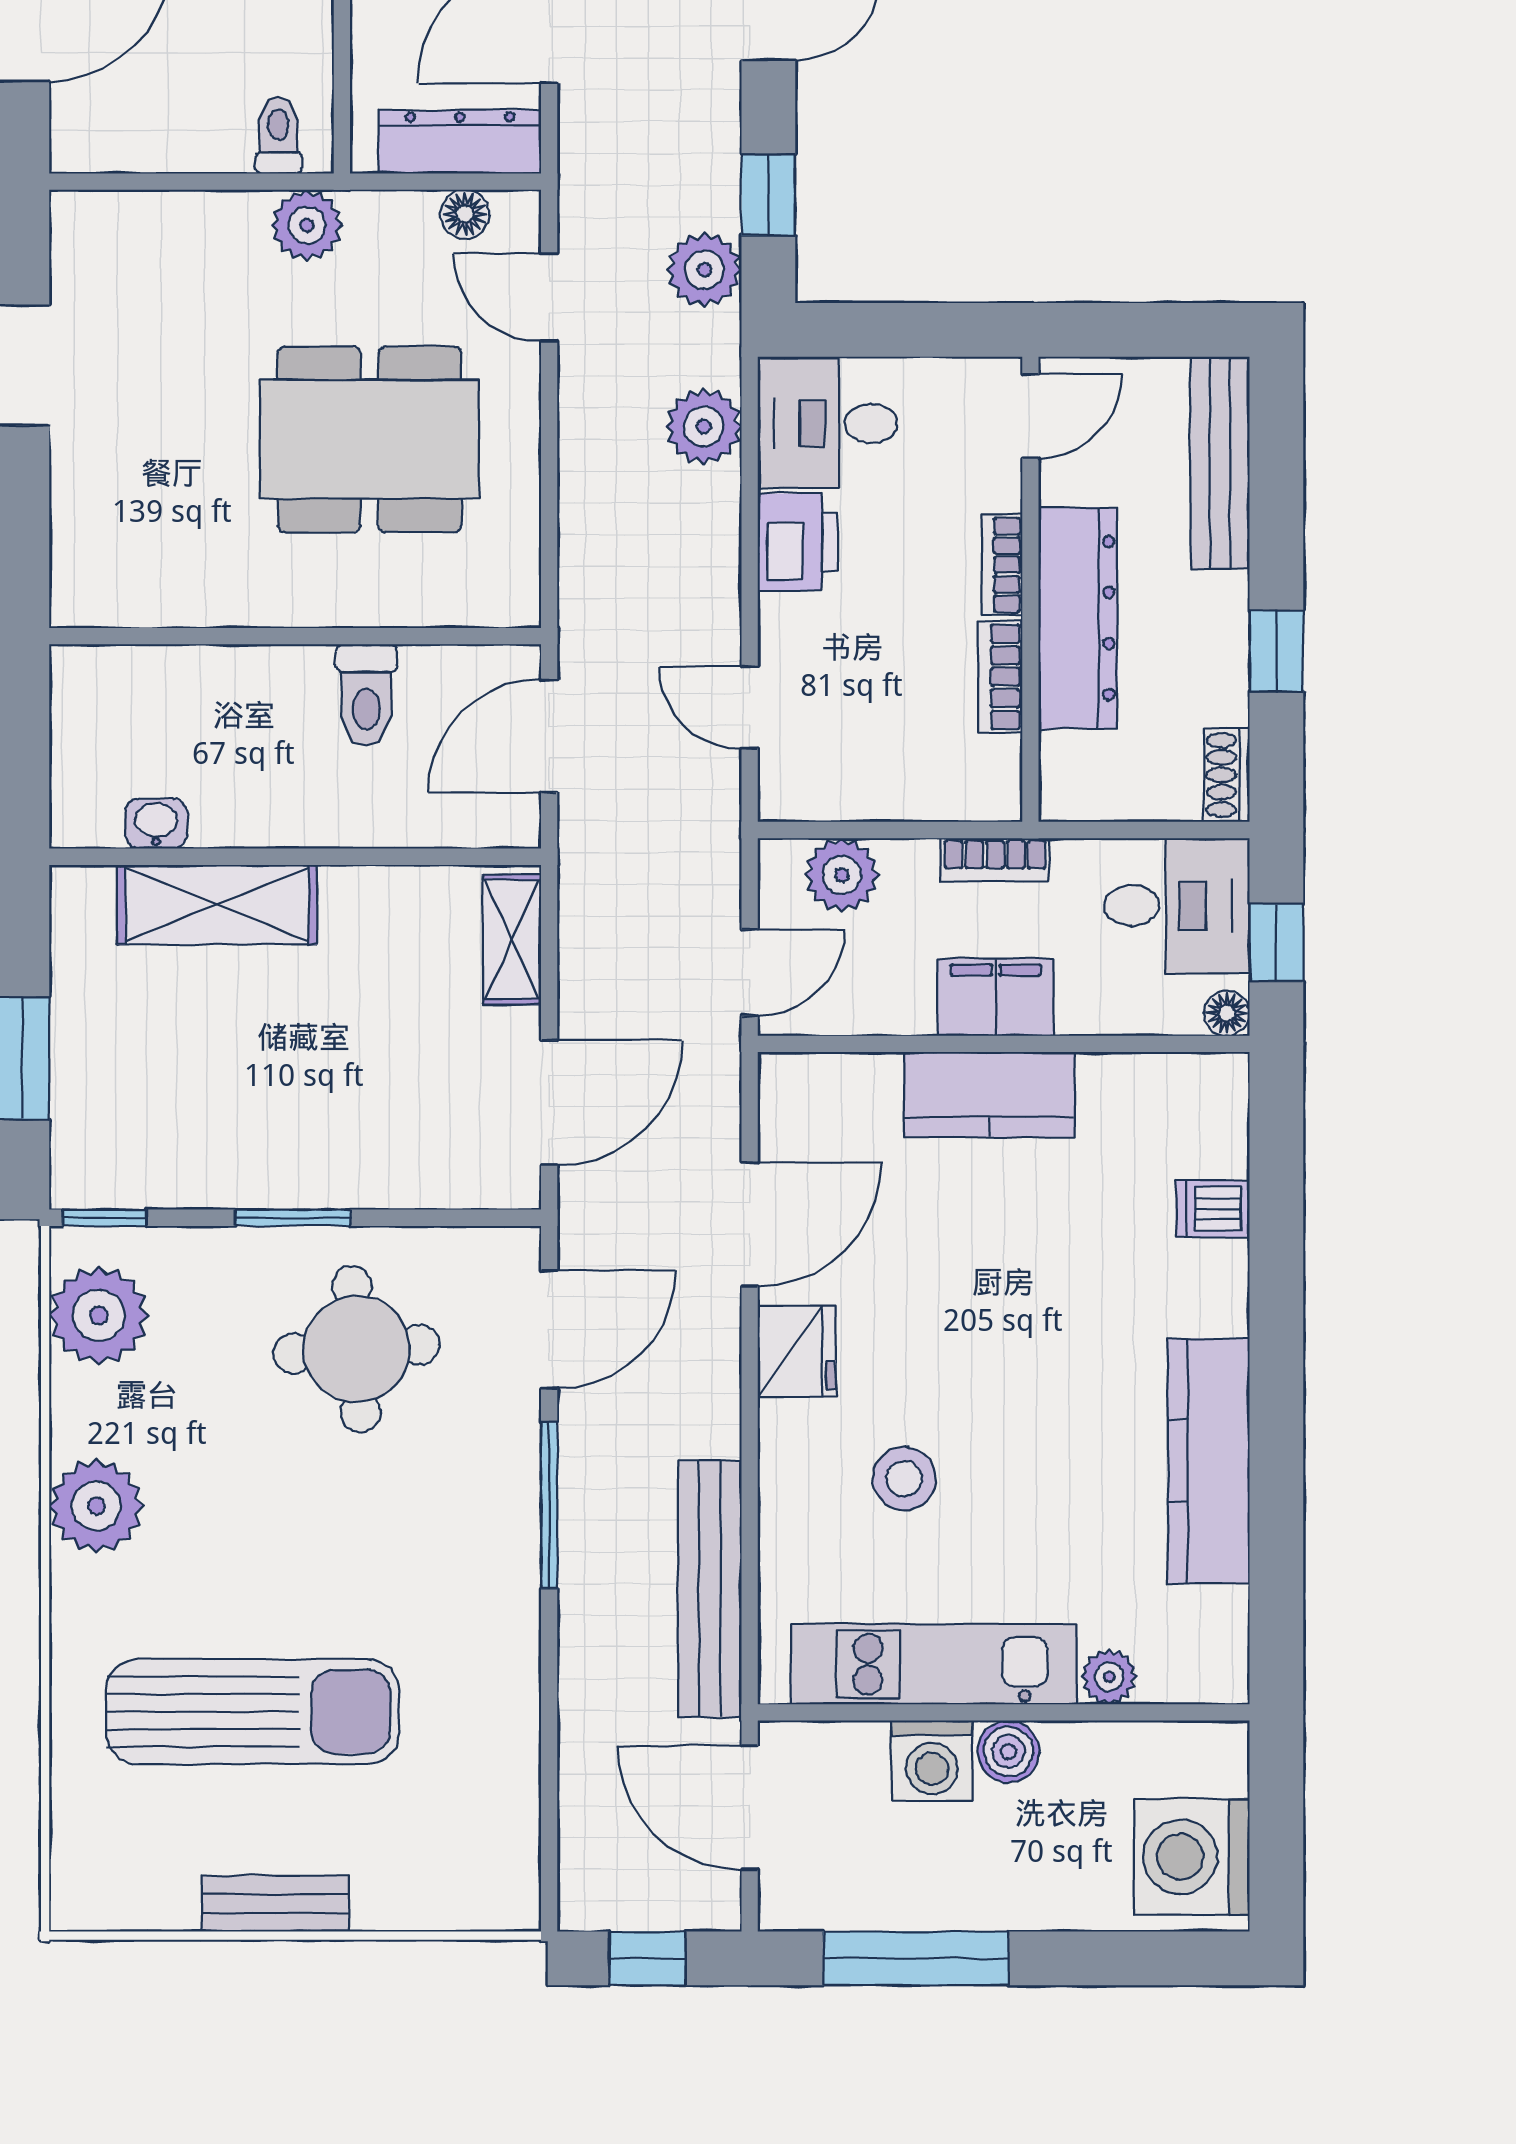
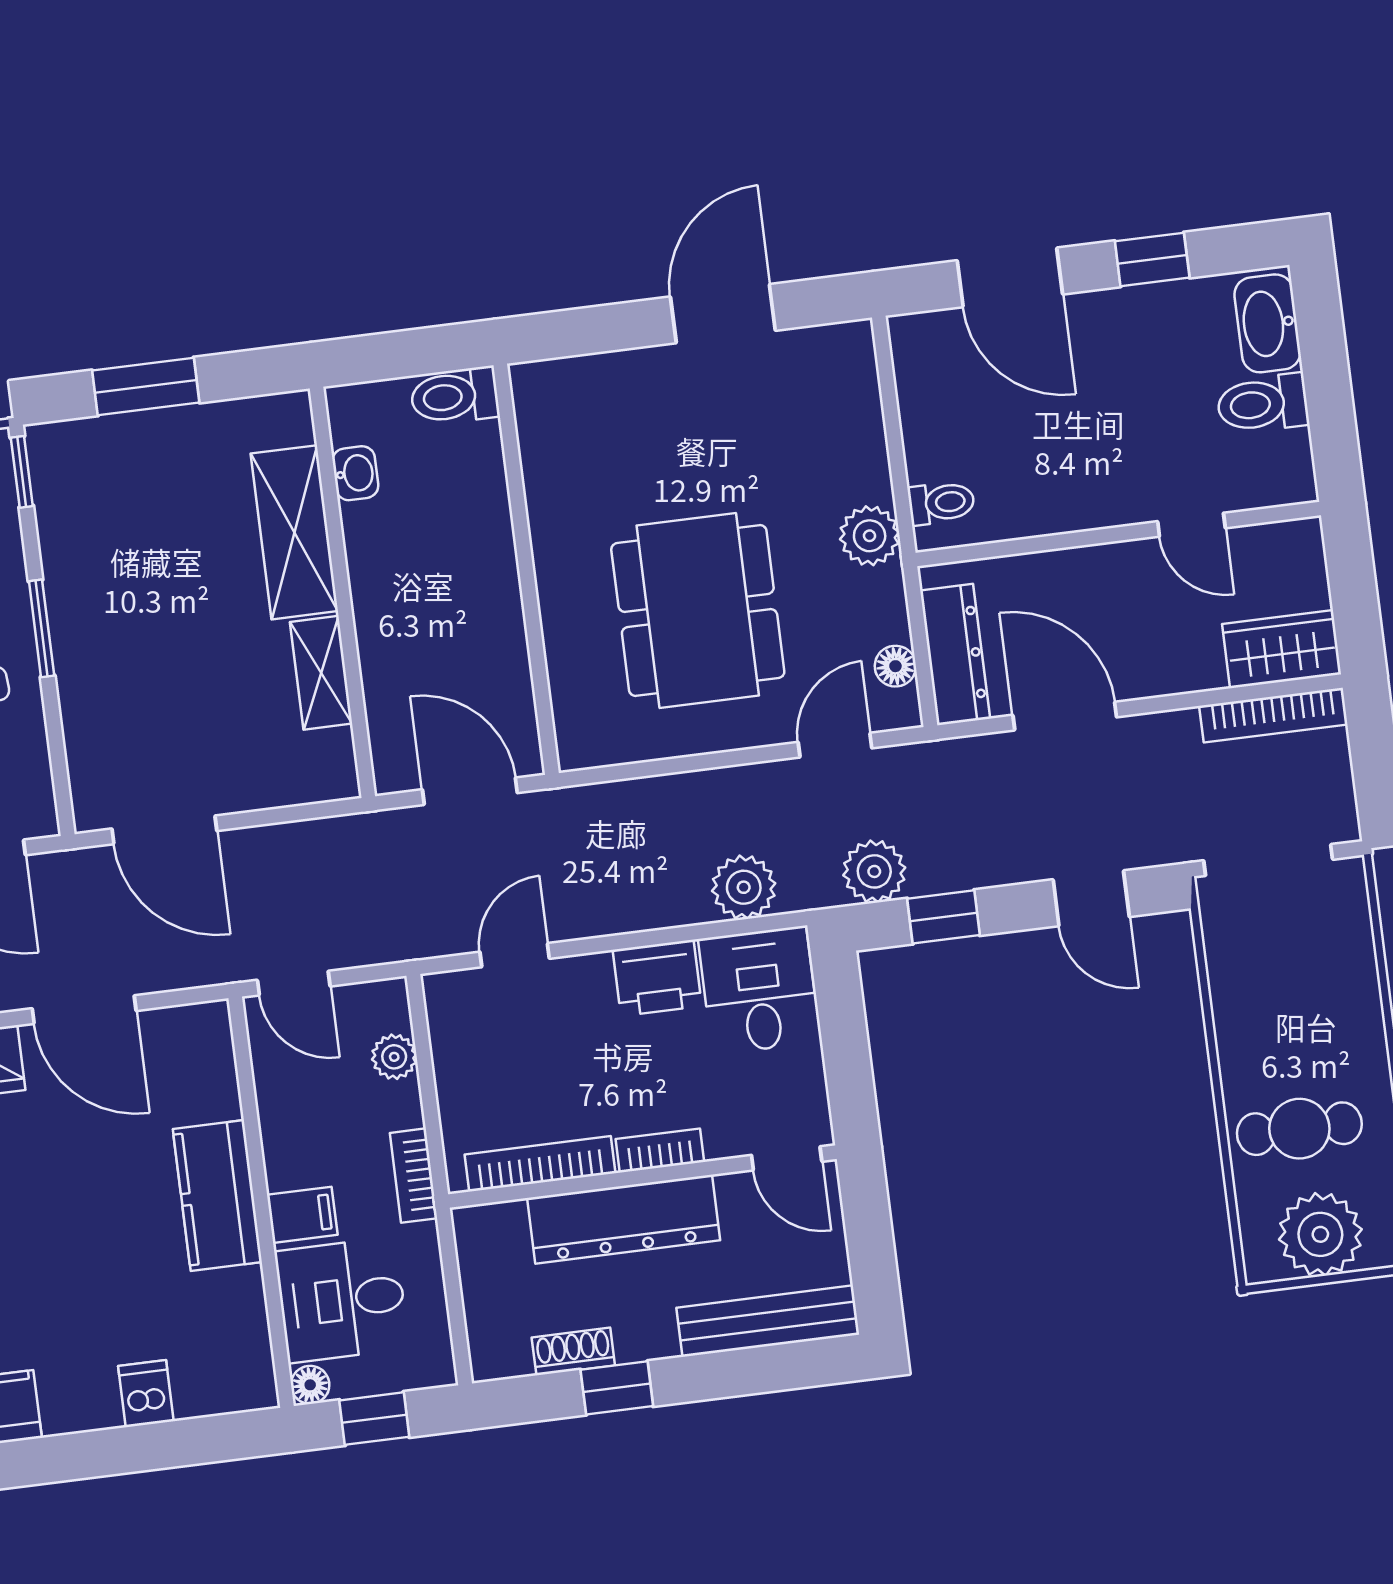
bookcase: (1000, 677) -> (540, 1164), width x1.56
toilet: (366, 695) -> (455, 396), moved
shoe rack: (1227, 775) -> (573, 1351), moved
plant: (842, 875) -> (394, 1057), width x0.73, depth x0.73
desk: (1177, 906) -> (342, 1300), moved, turned 90
shelving: (512, 940) -> (321, 673), moved, turned 90
filing cabinet: (996, 997) -> (302, 1215), width x0.50

